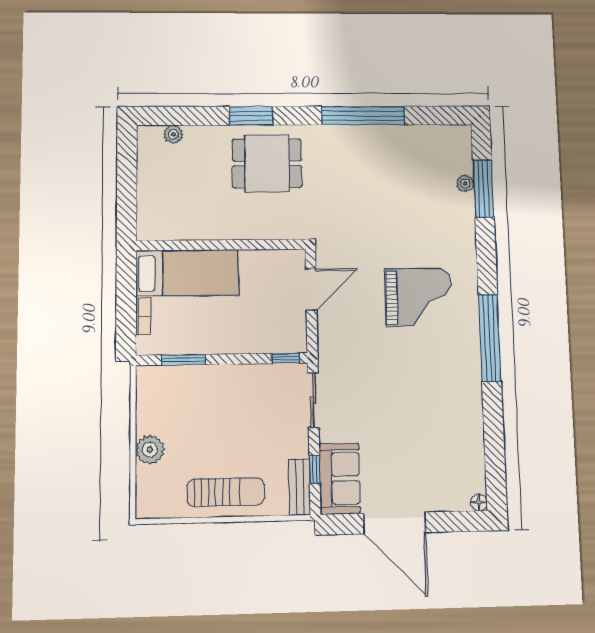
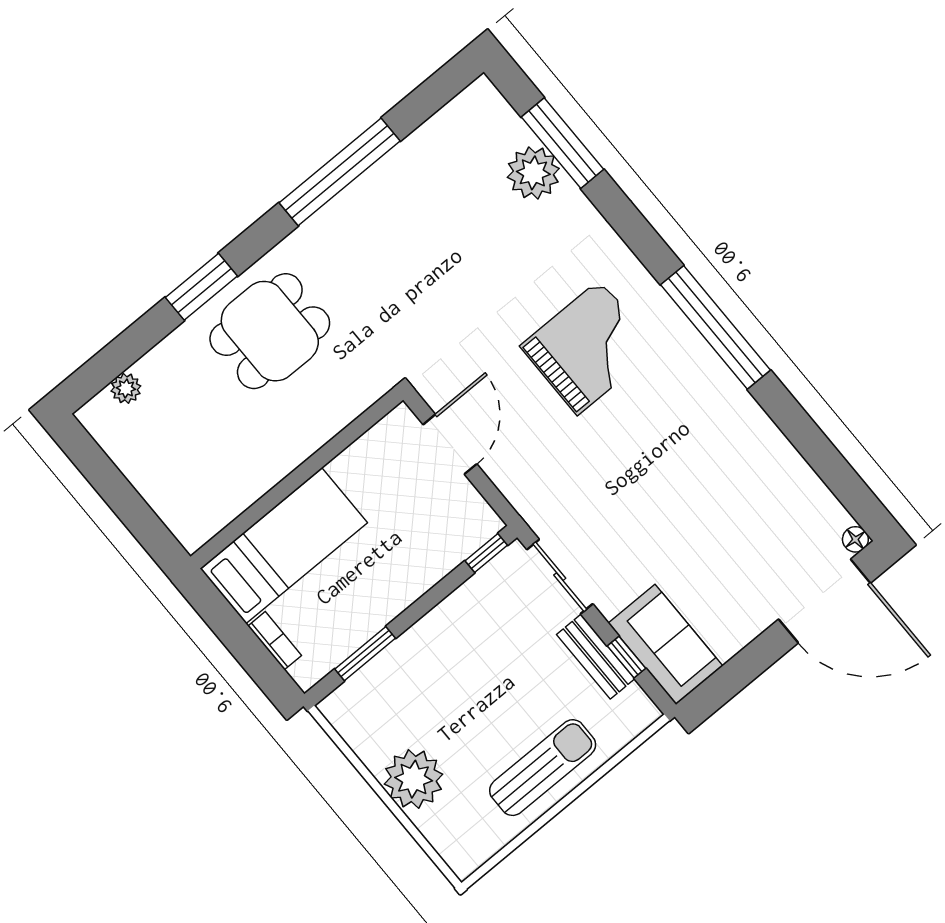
plant: (465, 183) -> (533, 173), width x1.88, depth x1.88
plant: (150, 450) -> (414, 779), width x1.36, depth x1.36
bench: (300, 487) -> (596, 657), moved
door: (395, 523) -> (824, 601), moved

